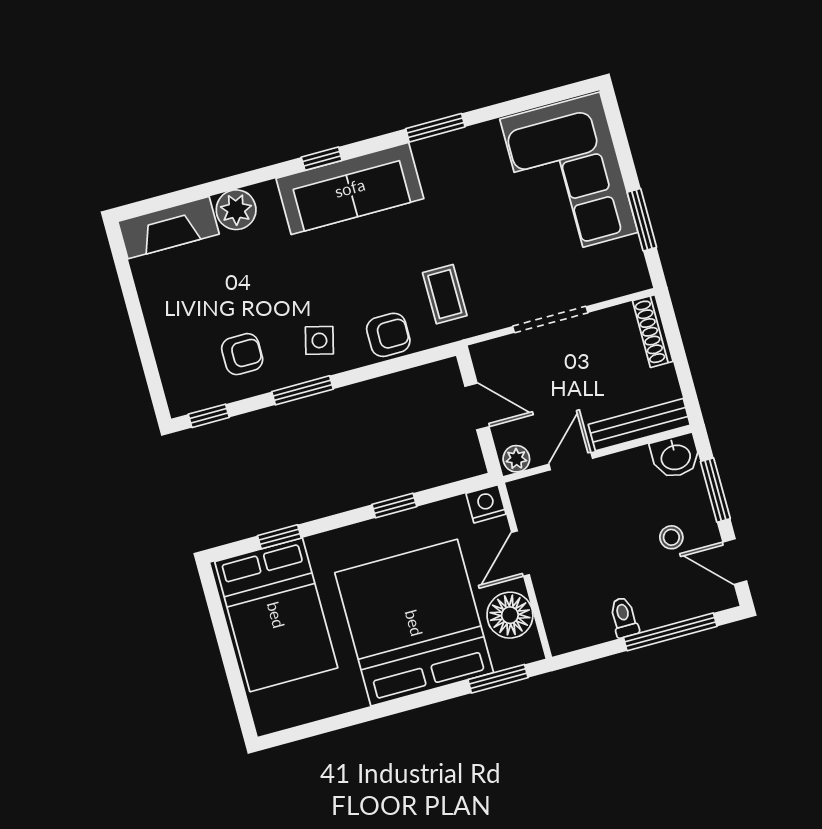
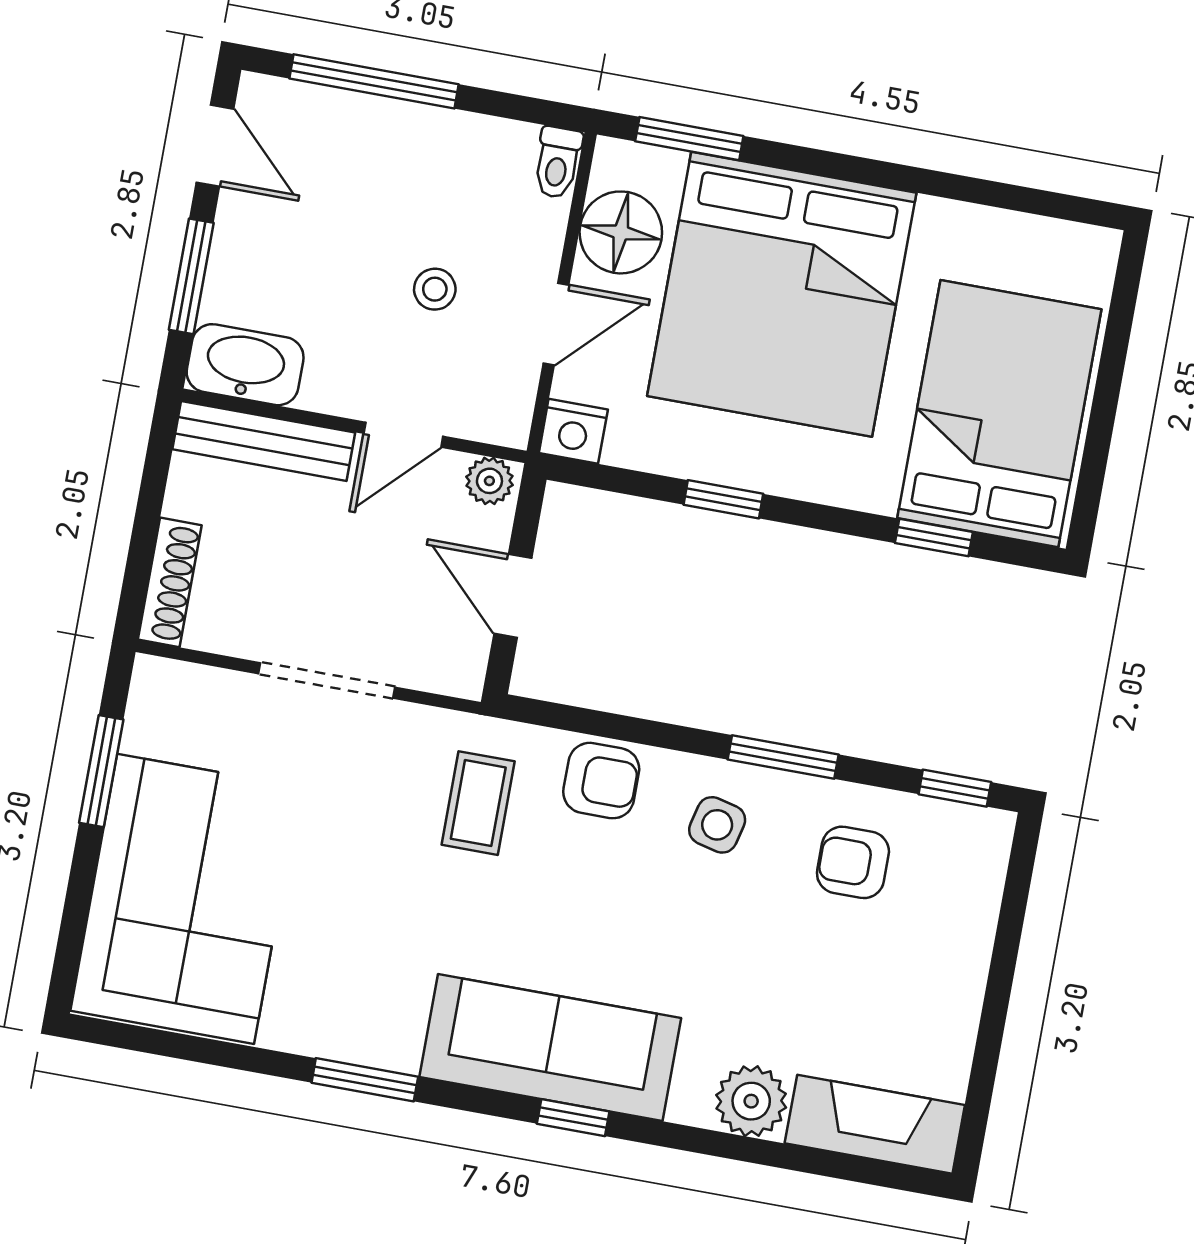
armchair: (388, 335) -> (601, 781), turned 180
washbasin: (675, 456) -> (245, 365), width x1.38
stool: (671, 537) -> (435, 289), moved
toilet: (624, 617) -> (558, 162), moved

